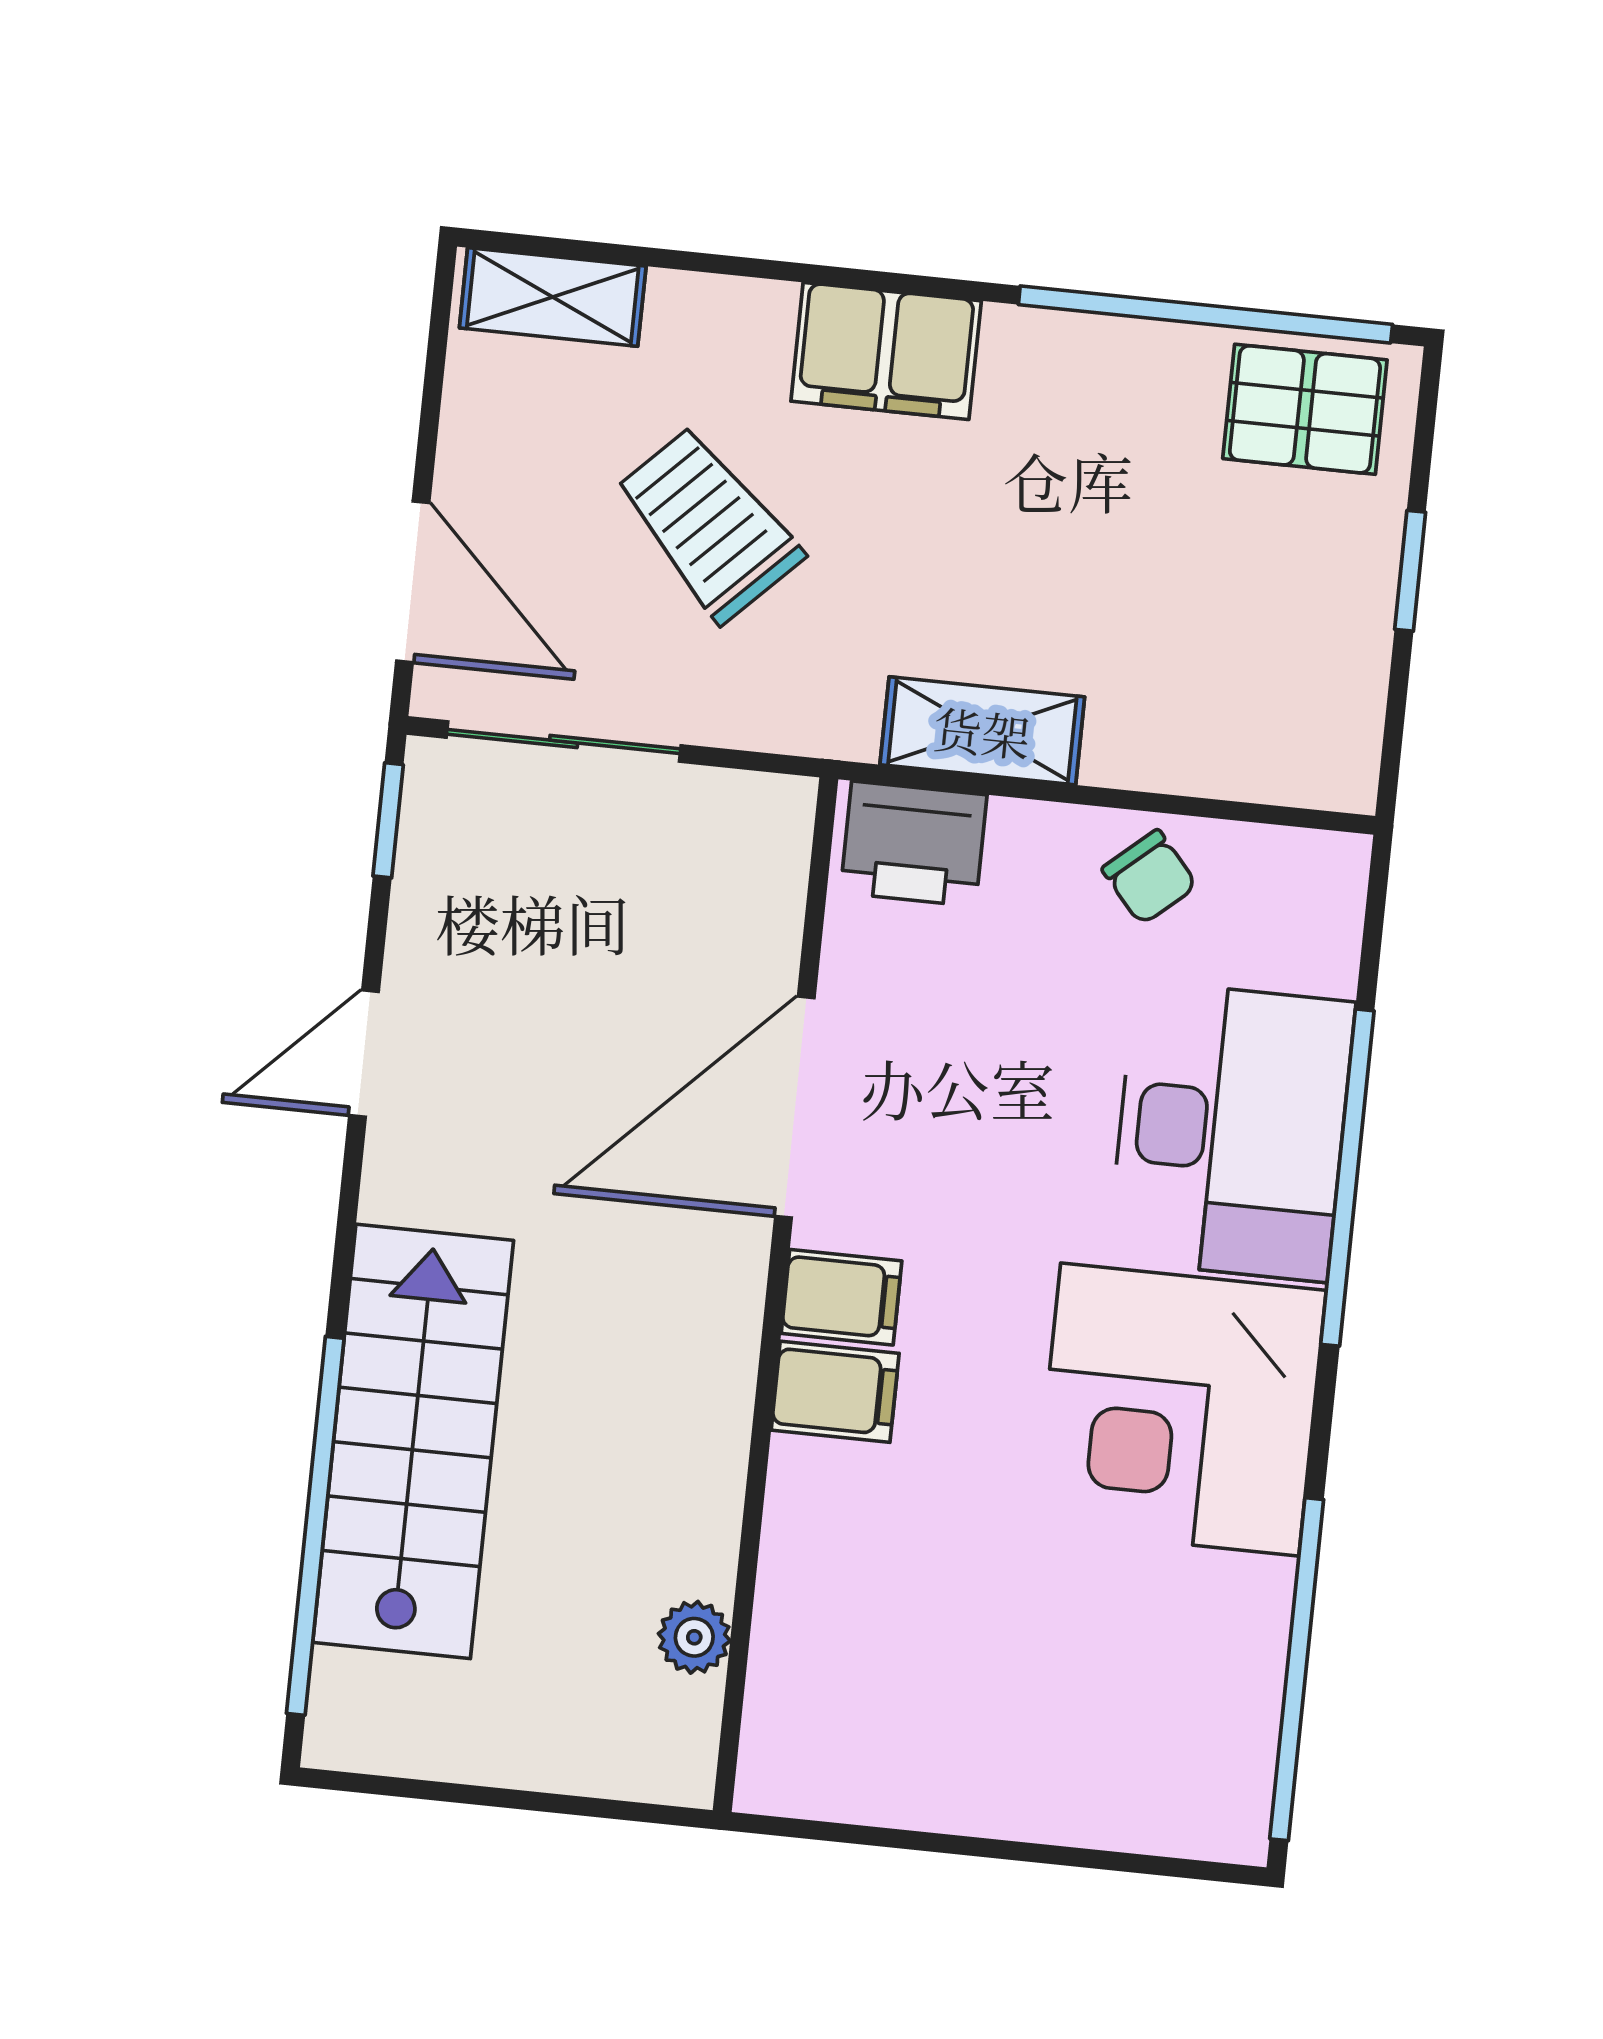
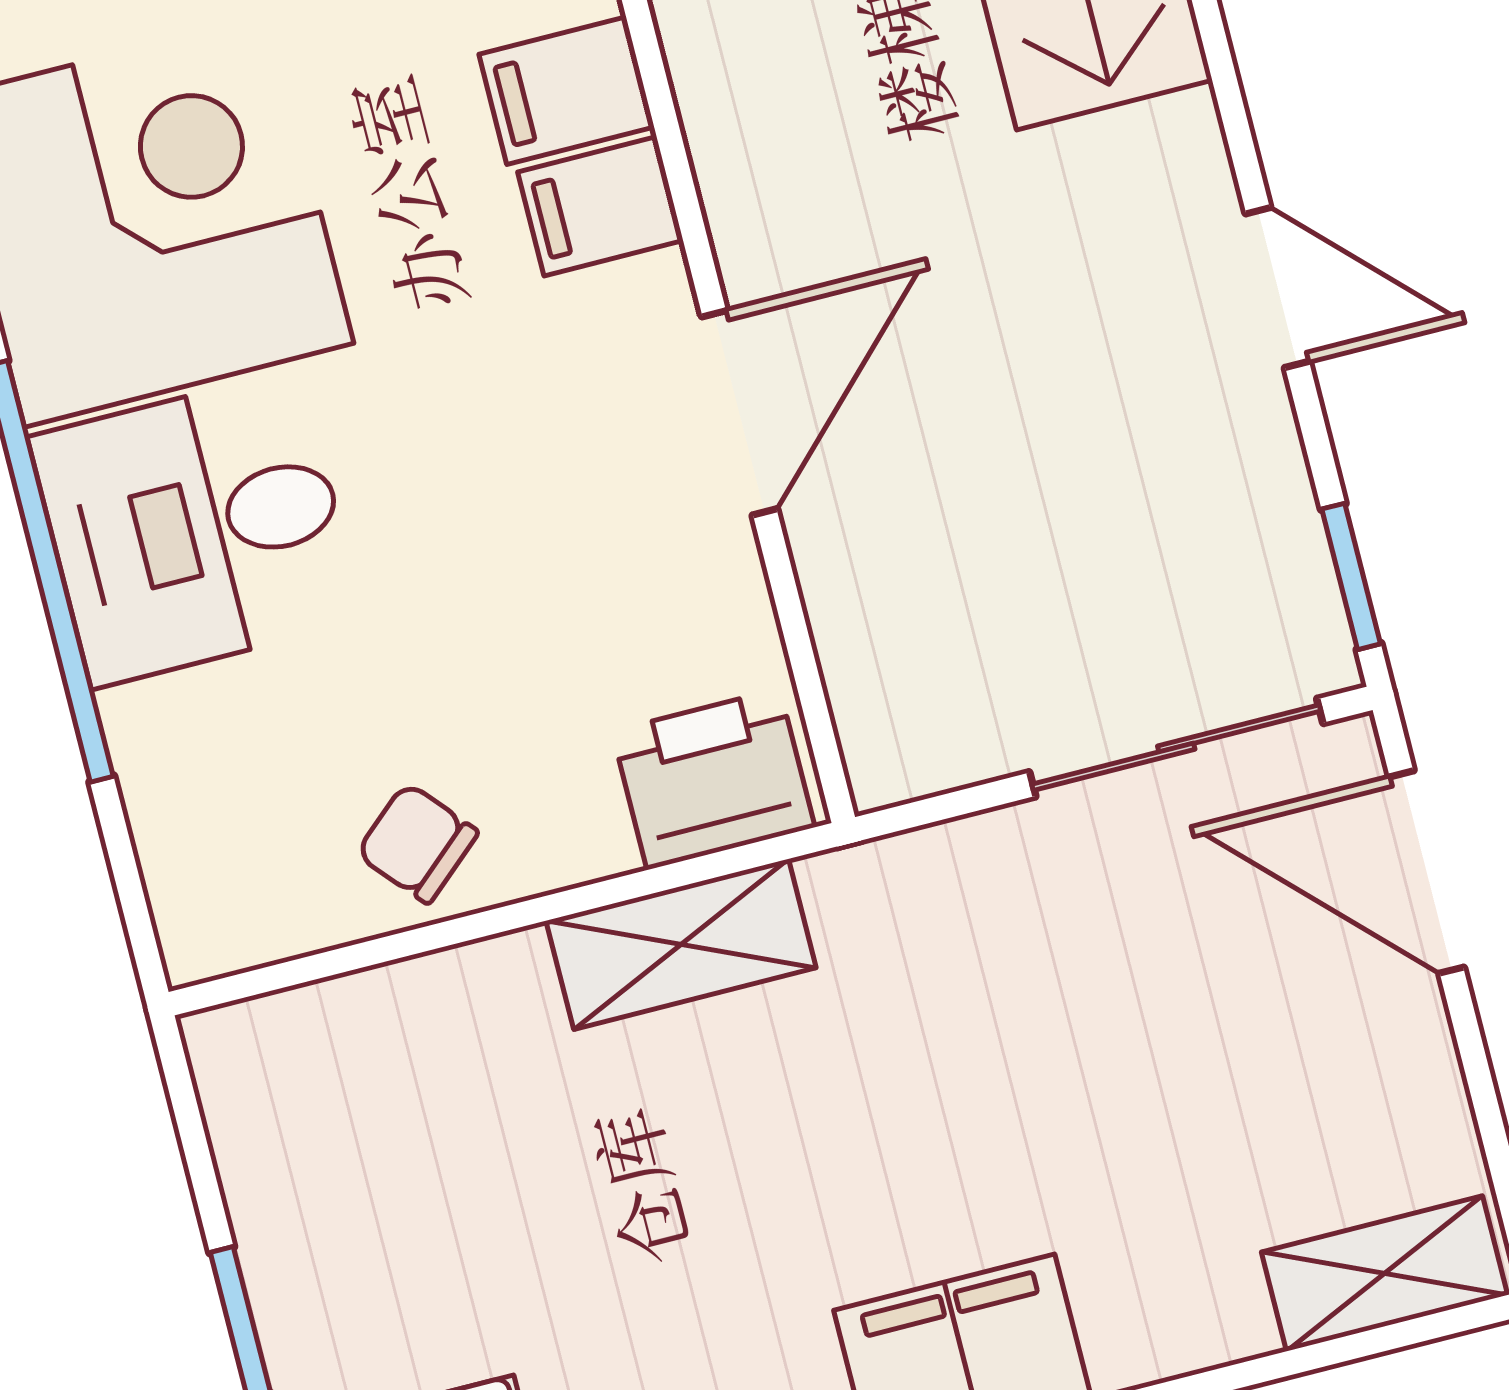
trolley: (709, 524) -> (1098, 1071), removed
door: (364, 1053) -> (1278, 288), hinge flipped
door: (795, 1107) -> (740, 413), width x0.73
desk: (1231, 1131) -> (196, 529), width x0.73

